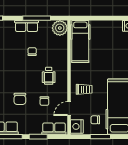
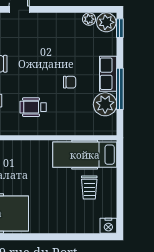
plant: (60, 28) -> (105, 104), moved
trolley: (84, 89) -> (89, 188), moved

